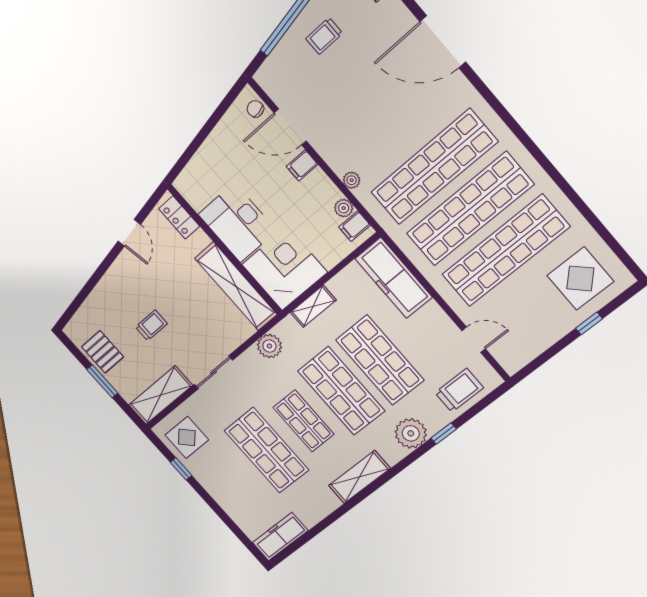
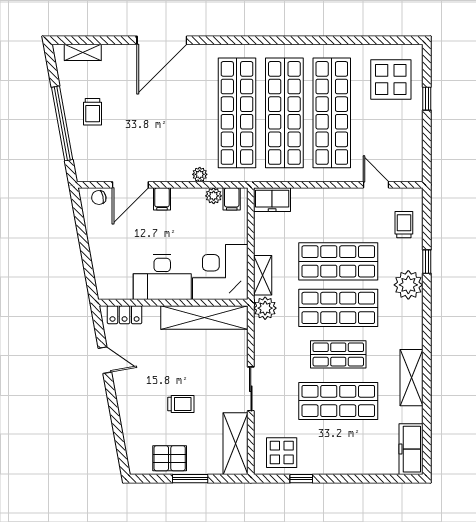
freezer: (394, 278) -> (272, 200), width x0.52, depth x0.79
trolley: (151, 325) -> (181, 404), turned 90
door: (474, 340) -> (376, 185), hinge flipped
plant: (269, 346) -> (265, 308), moved
trolley: (459, 390) -> (404, 225), width x0.73, depth x0.72
shelving: (359, 477) -> (411, 378), moved

